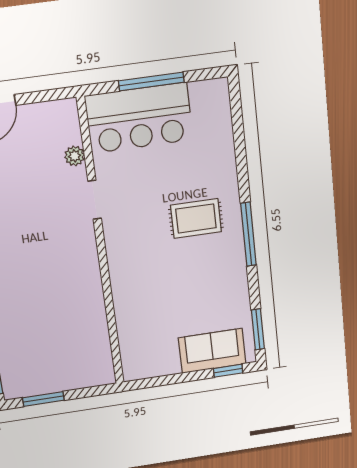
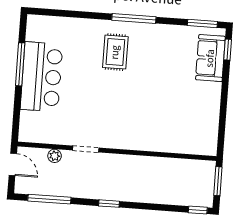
plant: (75, 156) -> (55, 156), moved
doorway: (95, 200) -> (86, 149), moved
wall: (101, 245) -> (117, 151), moved

